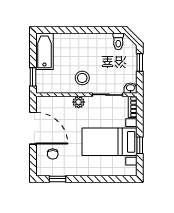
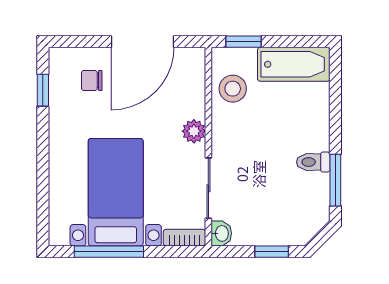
window: (103, 30) -> (335, 180), added
toilet: (118, 41) -> (313, 162), moved
stool: (82, 78) -> (233, 89), moved
window: (140, 145) -> (109, 252), width x2.17

